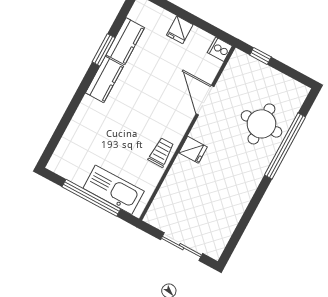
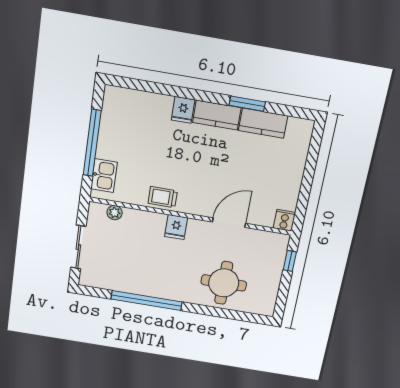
fridge: (180, 30) -> (183, 110), moved, turned -90
window: (285, 146) -> (147, 301), moved
trolley: (161, 152) -> (163, 197), turned 180
kitchen sink: (114, 190) -> (104, 176), width x0.53, depth x0.81
plant: (161, 201) -> (115, 213), added

